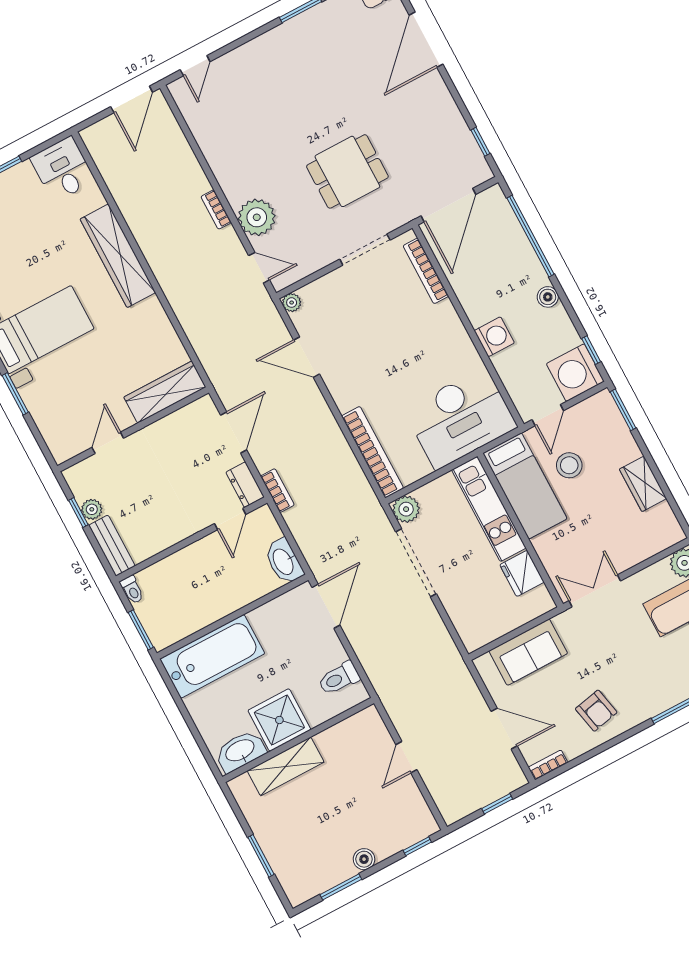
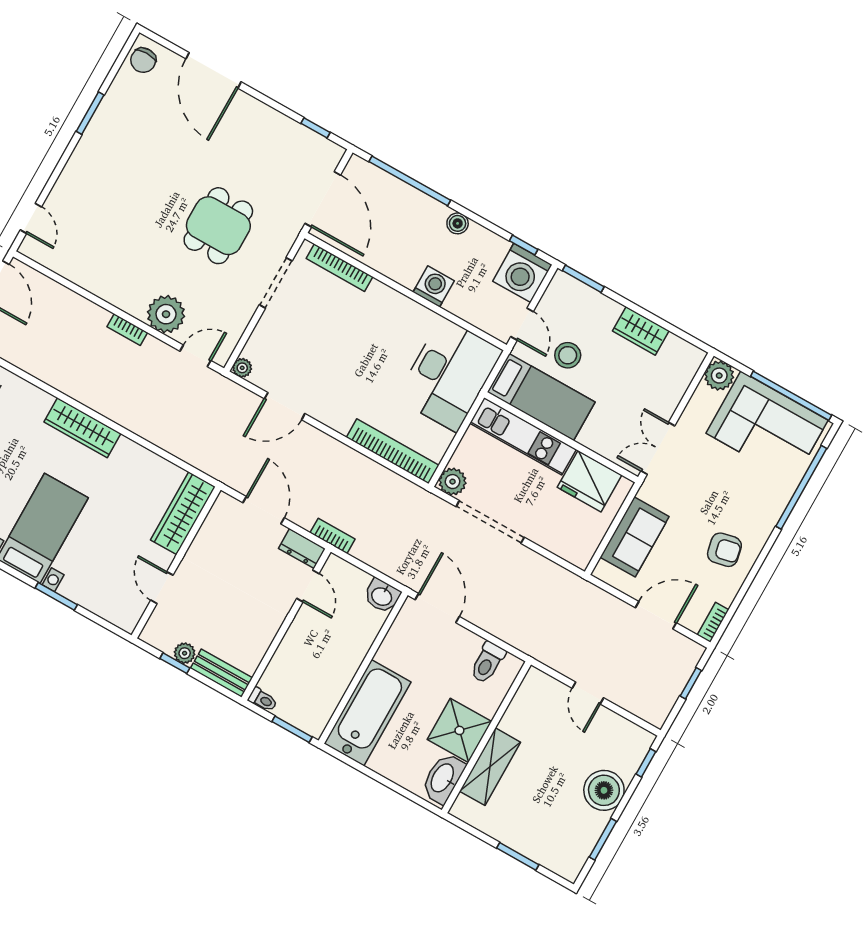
wardrobe: (118, 256) -> (82, 428), width x0.71, depth x0.85
washbasin: (284, 561) -> (382, 596), width x0.72
fridge: (522, 573) -> (590, 481), width x1.36, depth x1.34
boiler: (364, 859) -> (604, 790), width x1.86, depth x1.86

